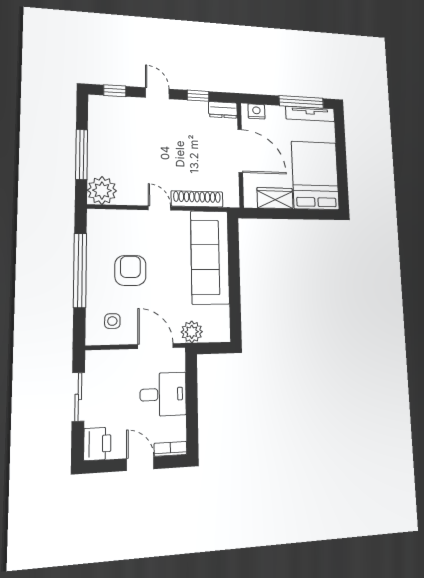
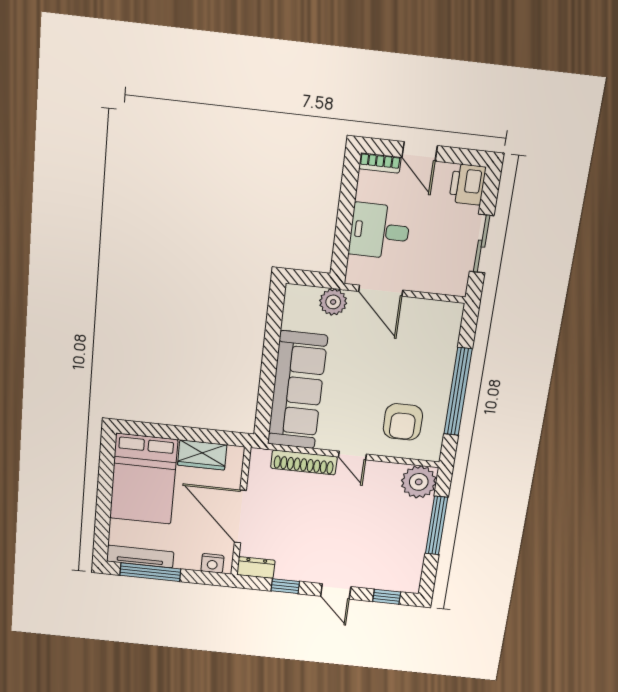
armchair: (130, 270) -> (403, 422), moved
side table: (112, 321) -> (429, 328), removed

